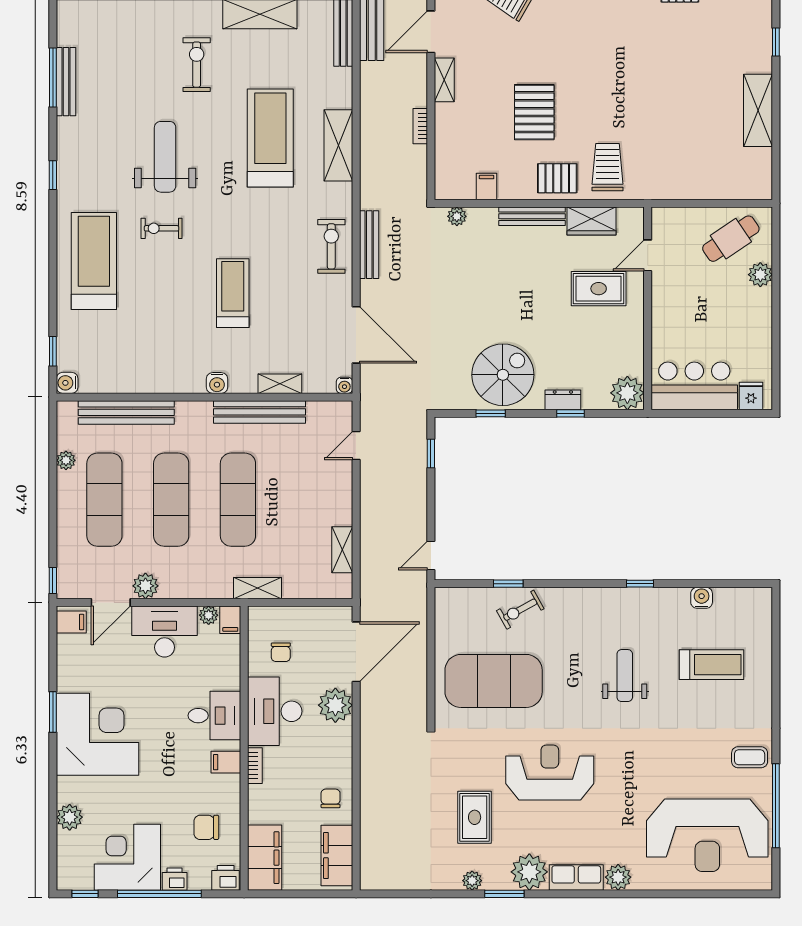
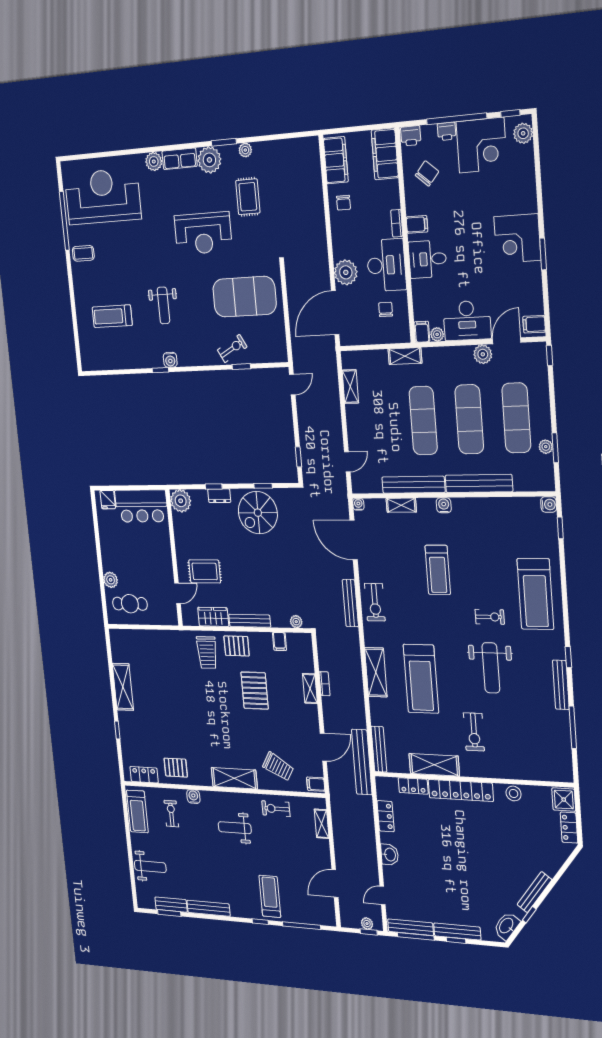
shelving: (444, 80) -> (310, 689), moved
bench: (66, 82) -> (561, 685), moved
cafe table: (731, 239) -> (130, 604), turned 34
bench: (126, 412) -> (479, 483), moved
window: (53, 458) -> (555, 448), added
water cooler: (702, 598) -> (170, 360), moved
corner desk: (98, 734) -> (517, 238), width x0.74, depth x0.74
plant: (70, 817) -> (523, 133), moved
chair: (206, 827) -> (427, 173), turned -49

